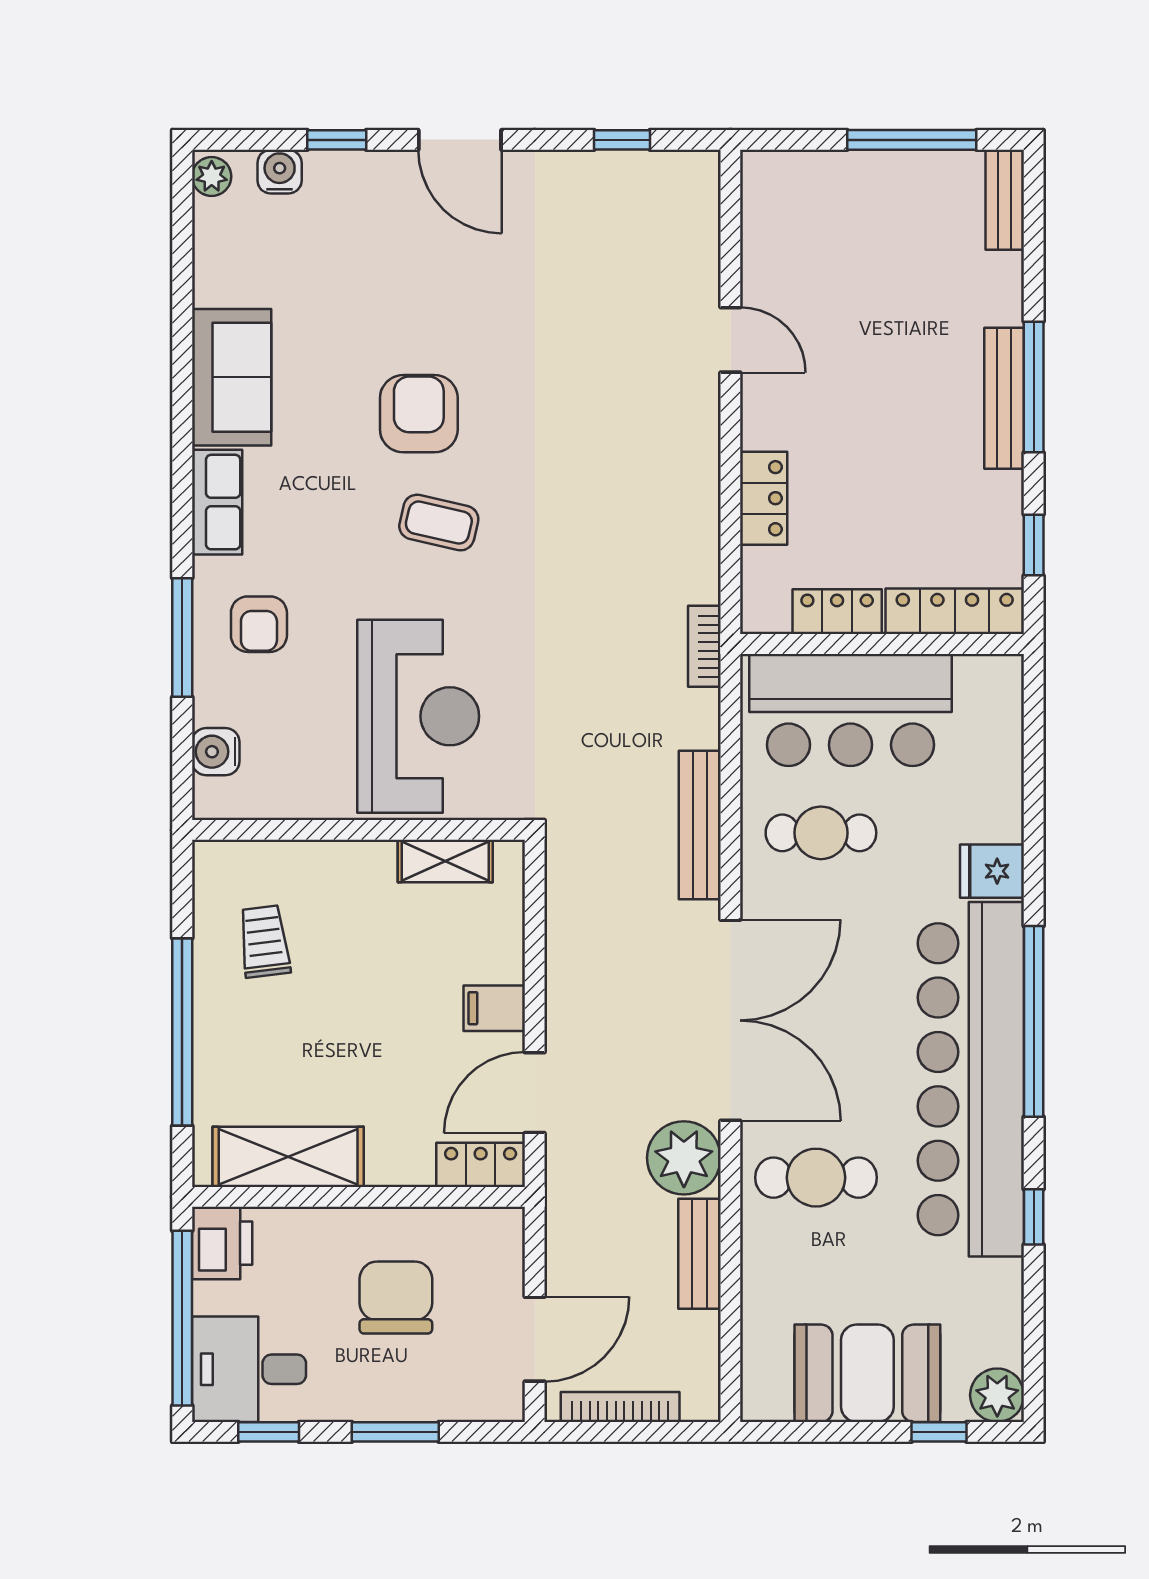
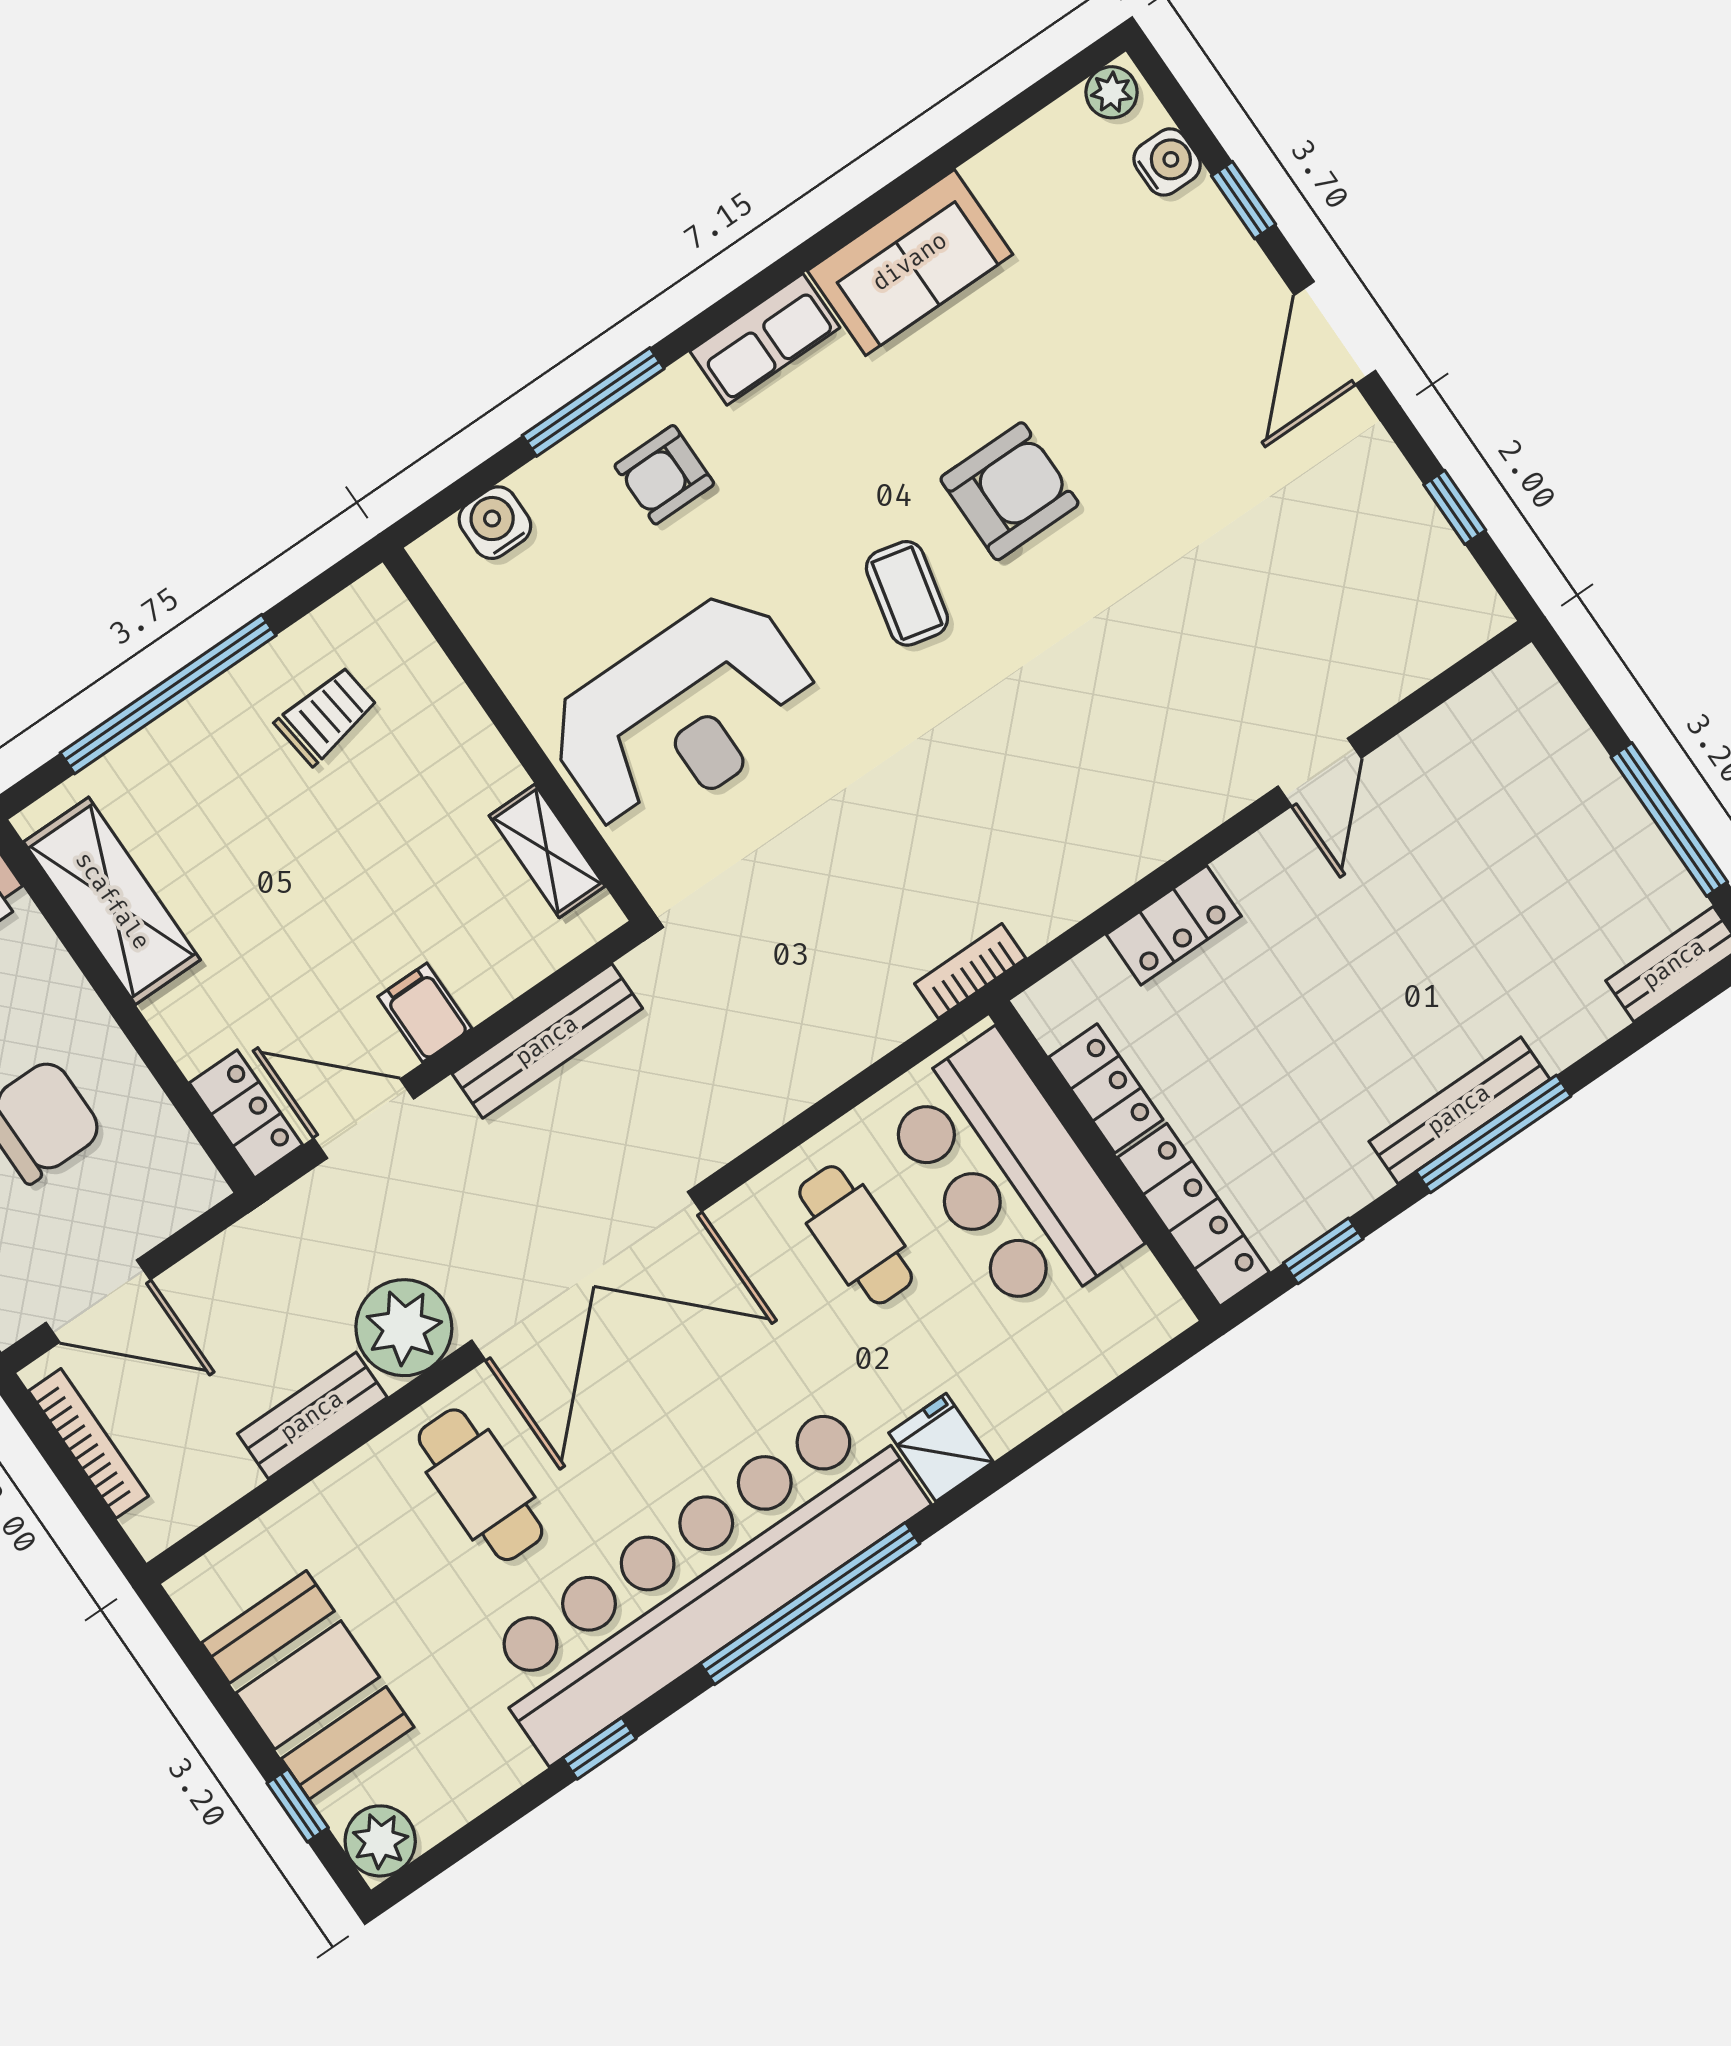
bench: (700, 825) -> (547, 1041), moved

